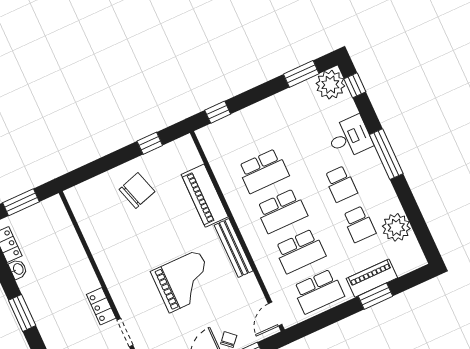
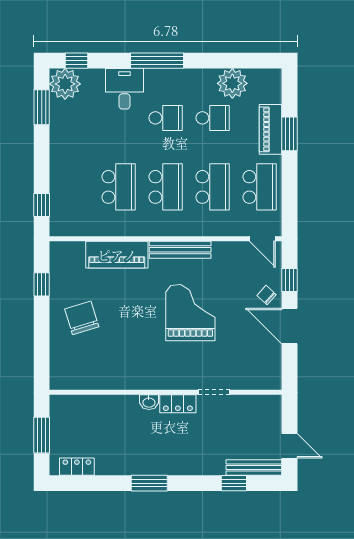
washbasin: (18, 269) -> (149, 402), moved, turned 180

